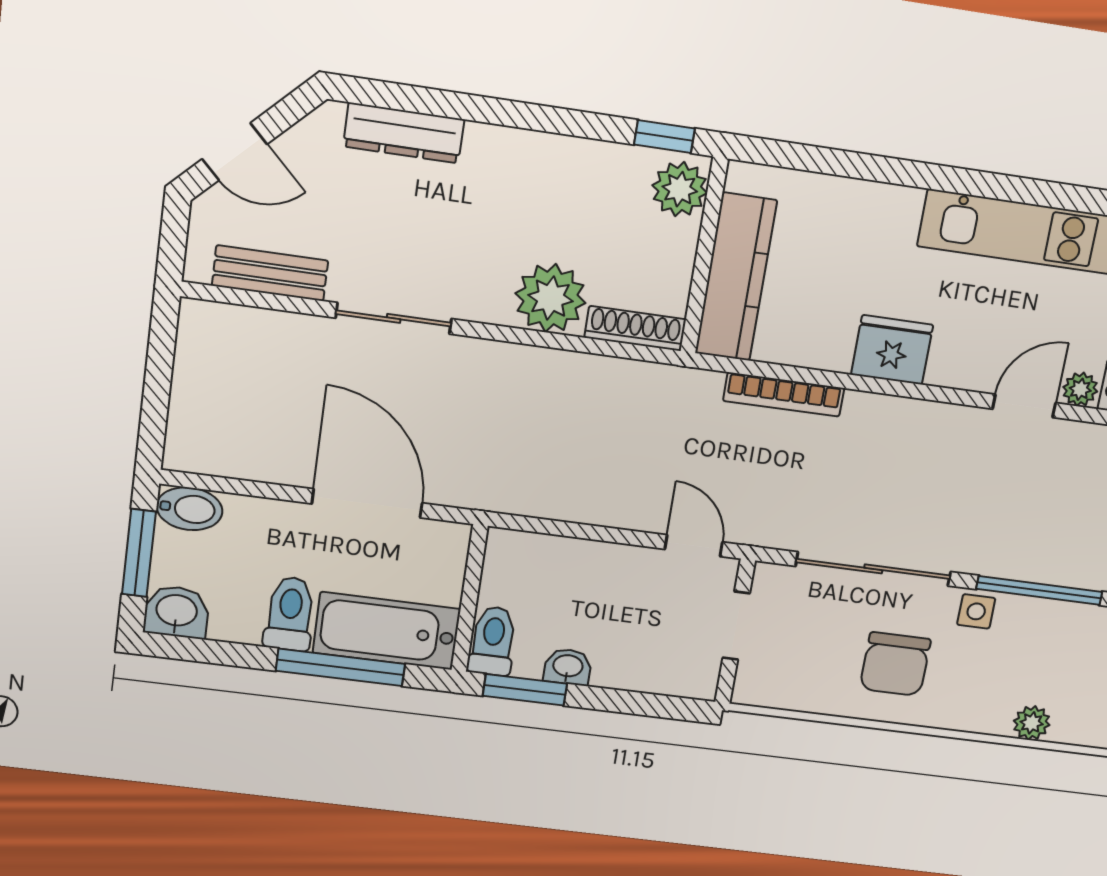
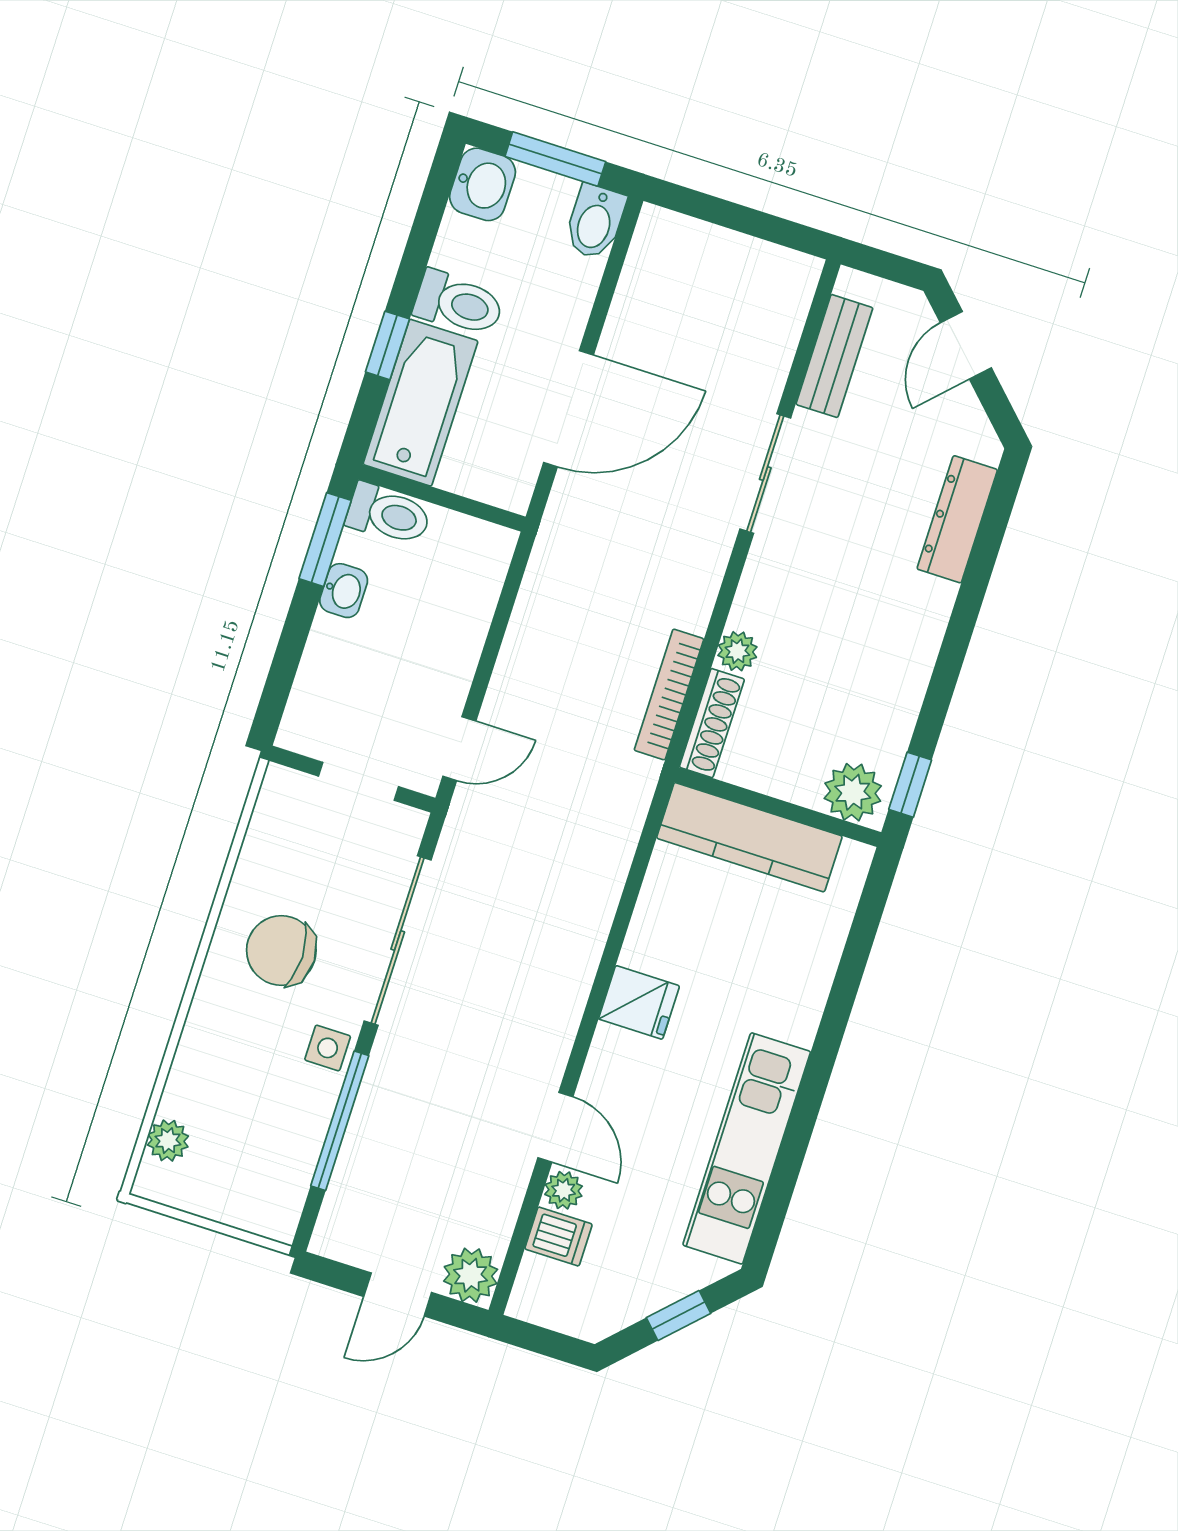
plant: (551, 298) -> (737, 651), width x0.53, depth x0.53
fridge: (892, 350) -> (639, 1002), width x0.72
bookcase: (784, 394) -> (669, 695), moved
window: (340, 667) -> (387, 345), width x0.46
plant: (1032, 723) -> (168, 1141), moved

